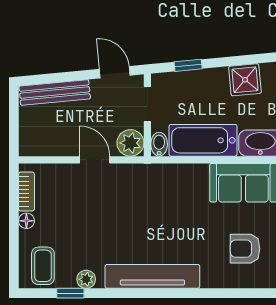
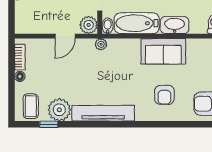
door: (95, 160) -> (65, 36), swing flipped
plant: (149, 172) -> (101, 44), added
armchair: (245, 249) -> (164, 95), turned -90
plant: (86, 279) -> (59, 110), width x1.88, depth x1.88

